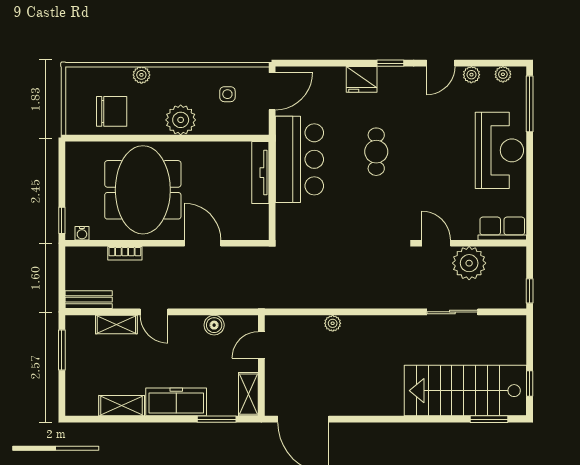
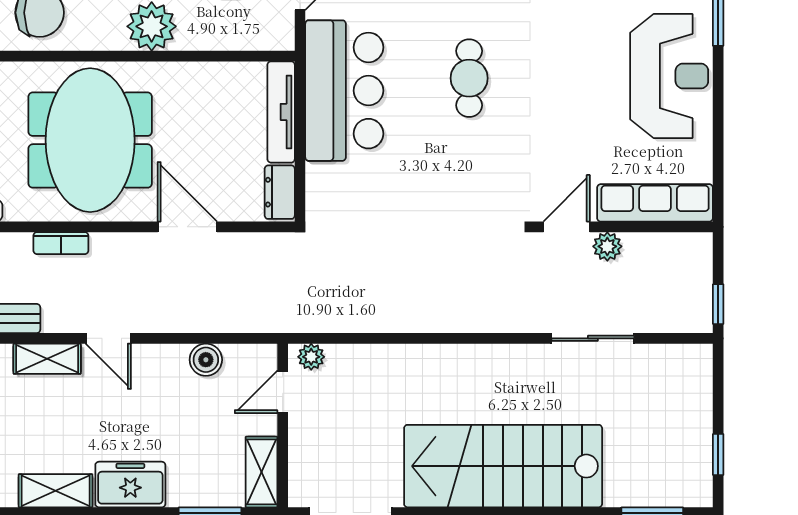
dresser: (260, 222) -> (280, 192), added
row of seats: (502, 229) -> (655, 203), width x1.48
door: (436, 243) -> (567, 227), hinge flipped
plant: (469, 263) -> (607, 246), width x0.53, depth x0.53
plant: (333, 323) -> (311, 357), moved
stairs: (465, 391) -> (503, 466), moved
freezer: (176, 402) -> (130, 485), width x0.71

